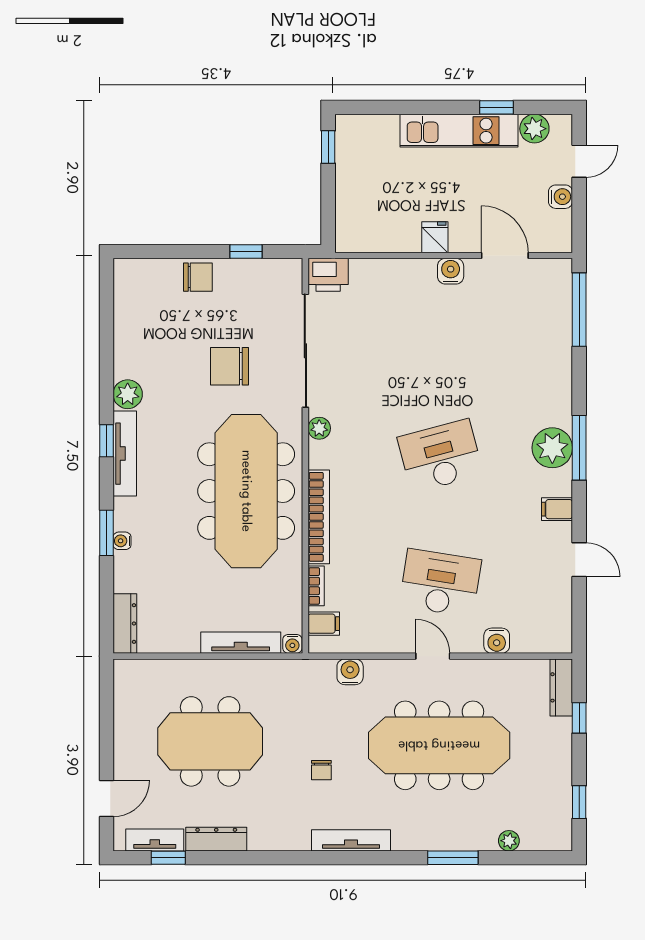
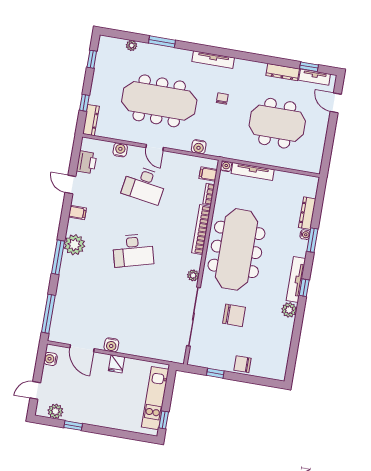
kitchen unit: (459, 131) -> (155, 398), moved, turned -90
water cooler: (561, 197) -> (50, 359), moved
printer: (328, 275) -> (87, 162), moved, turned 90
window: (579, 448) -> (58, 257), moved
dresser: (125, 624) -> (307, 213), moved
door: (106, 798) -> (336, 103), hinge flipped

